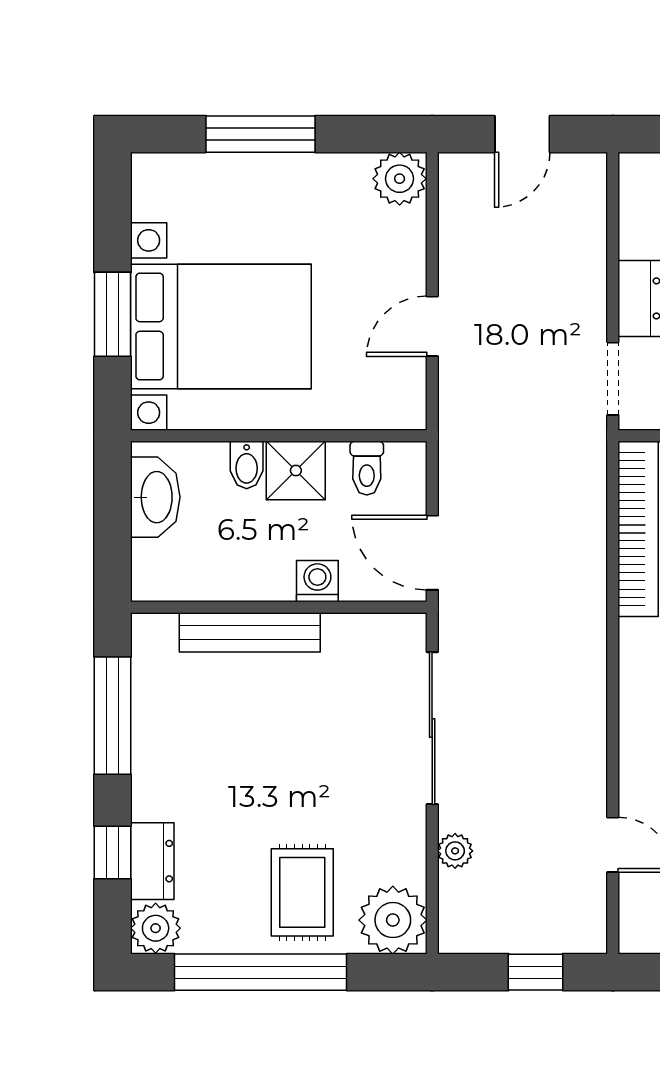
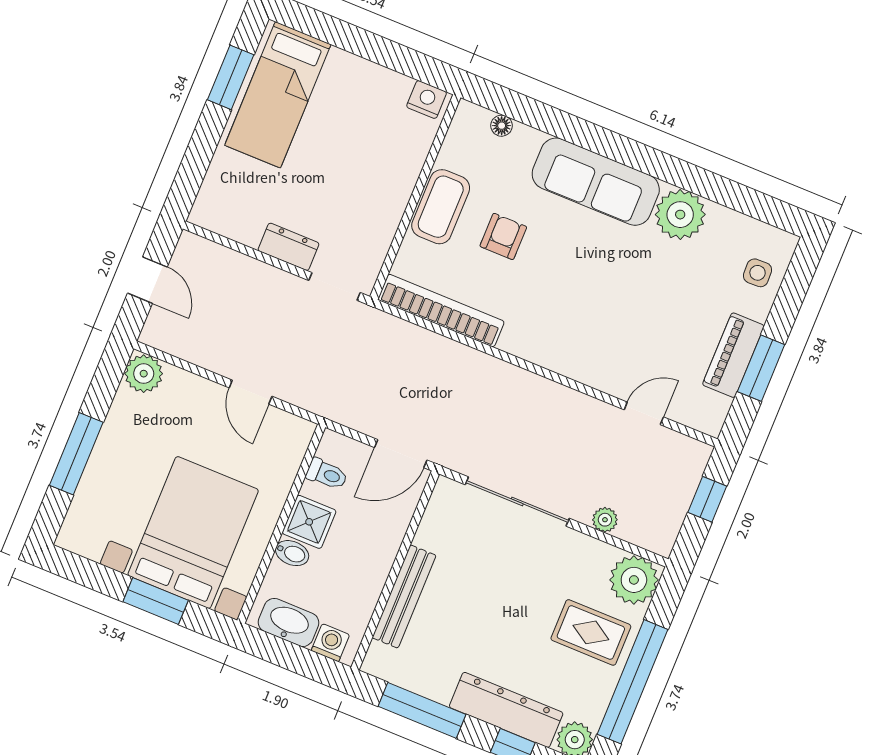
washing machine: (317, 581) -> (330, 643), moved, turned 90
dresser: (152, 861) -> (506, 710), width x1.96, depth x1.24

